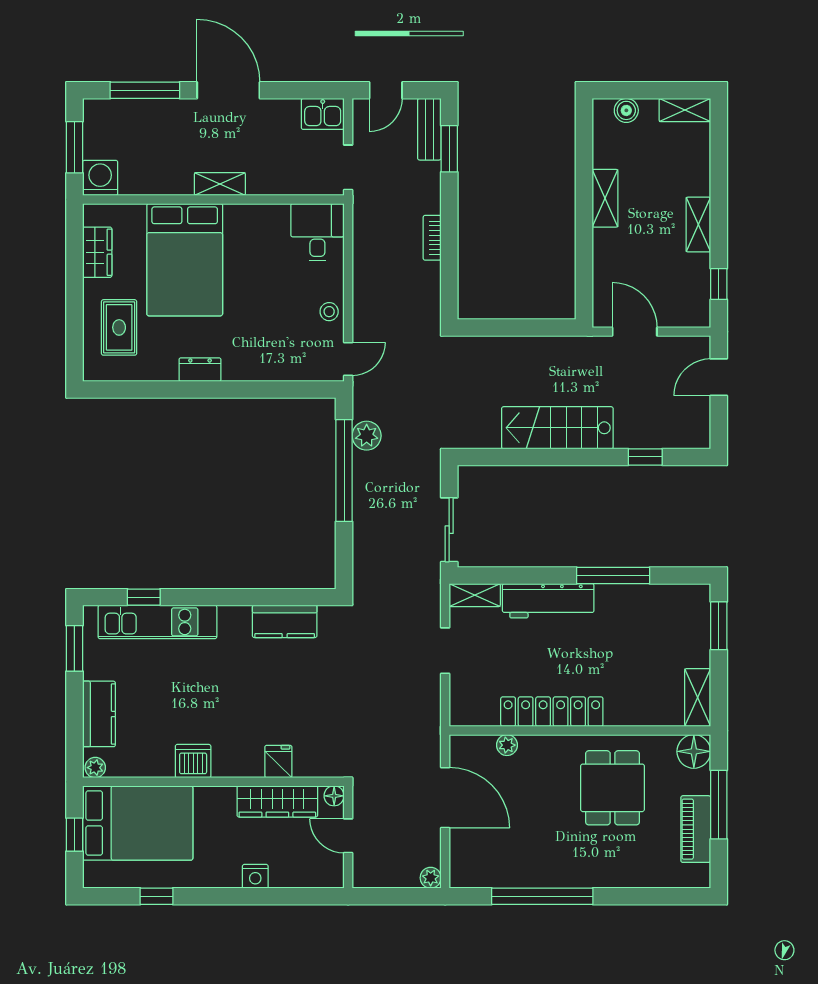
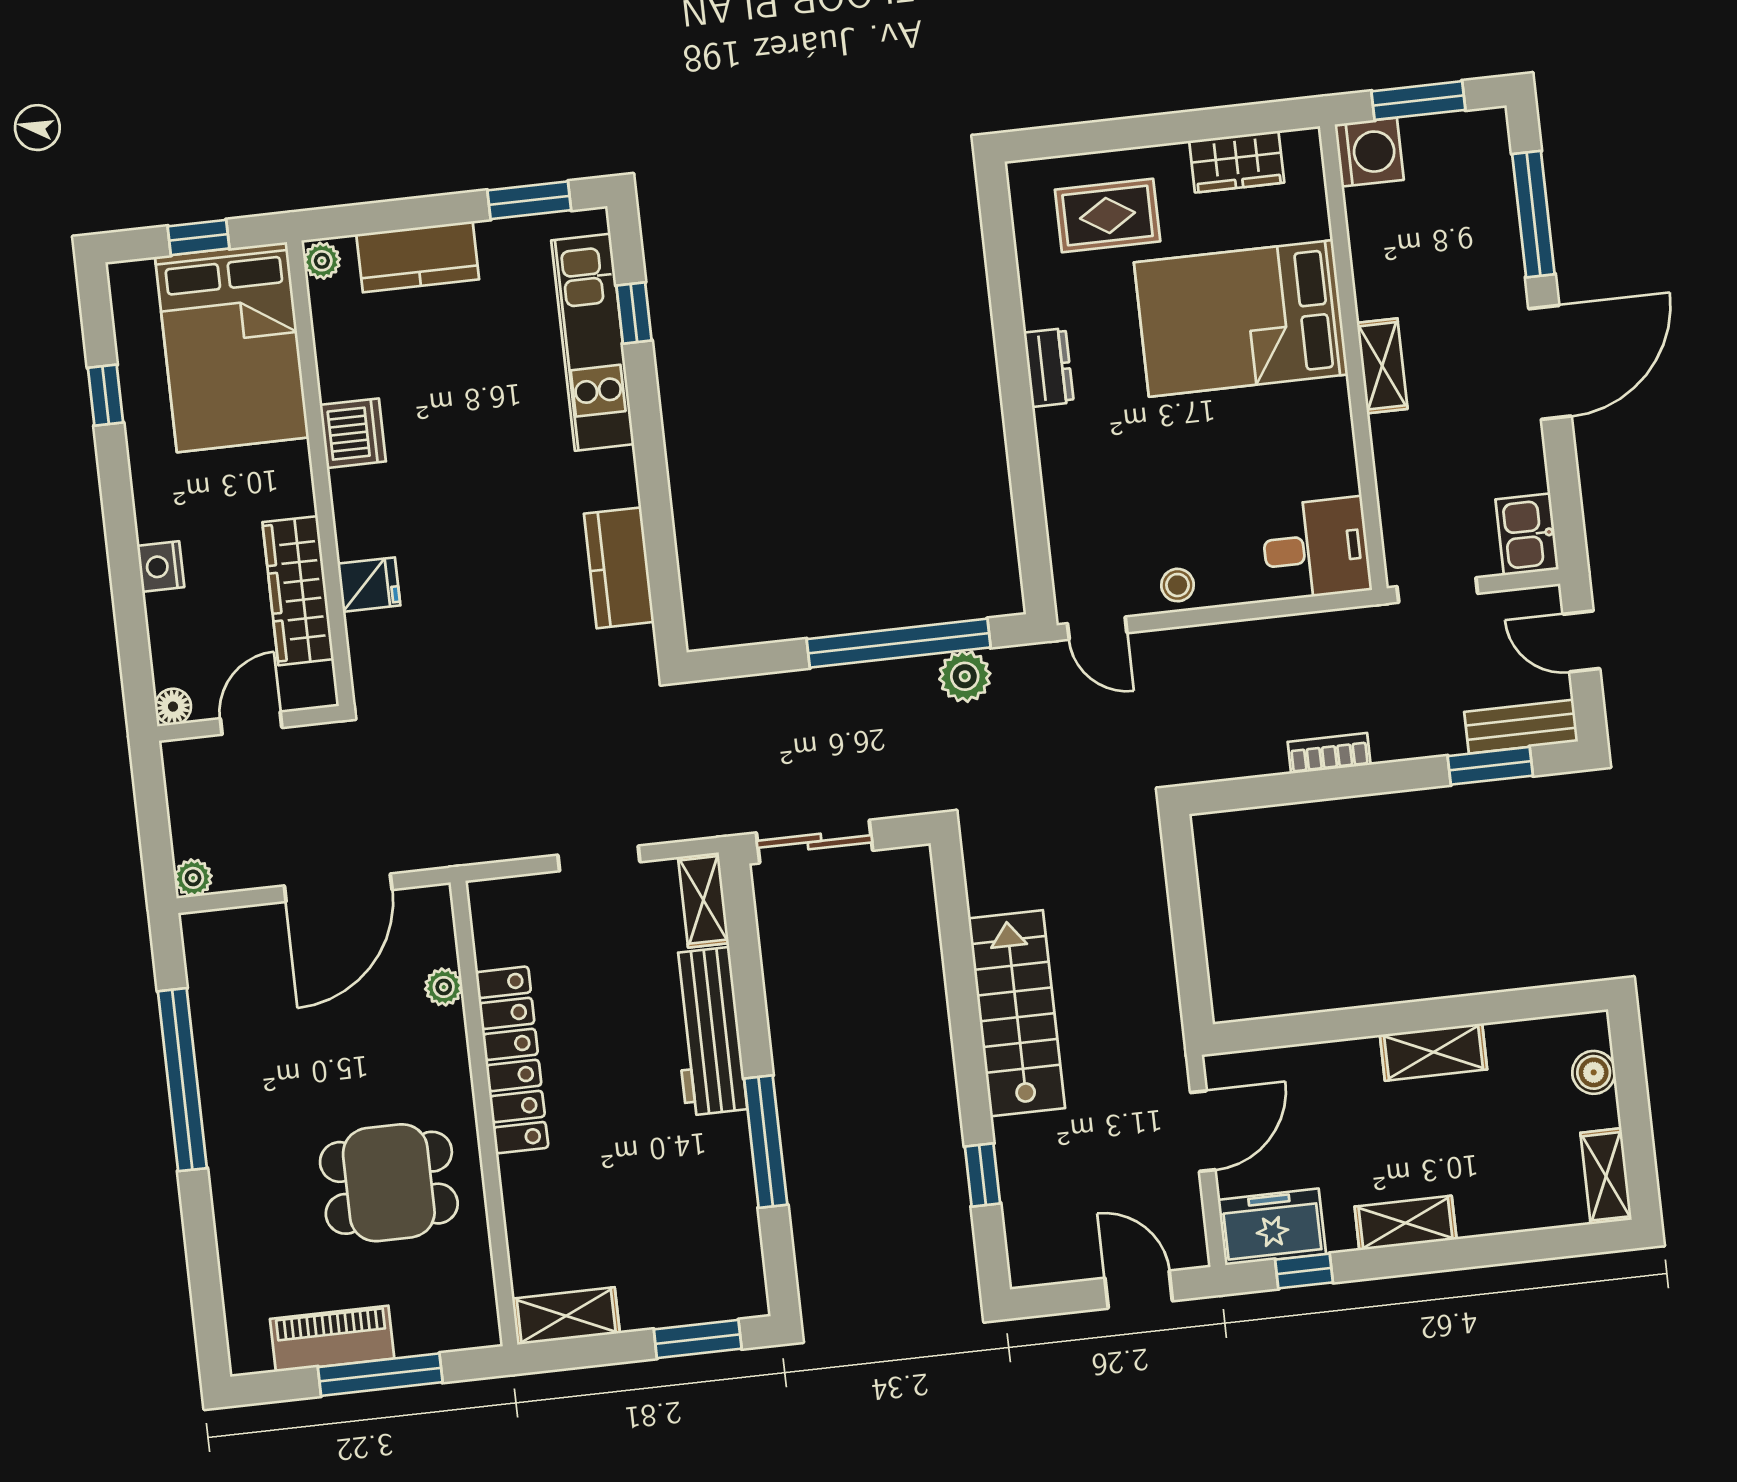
freezer: (692, 299) -> (1272, 1227), added
floor lamp: (694, 751) -> (470, 1320), removed
floor lamp: (334, 796) -> (173, 707), moved

